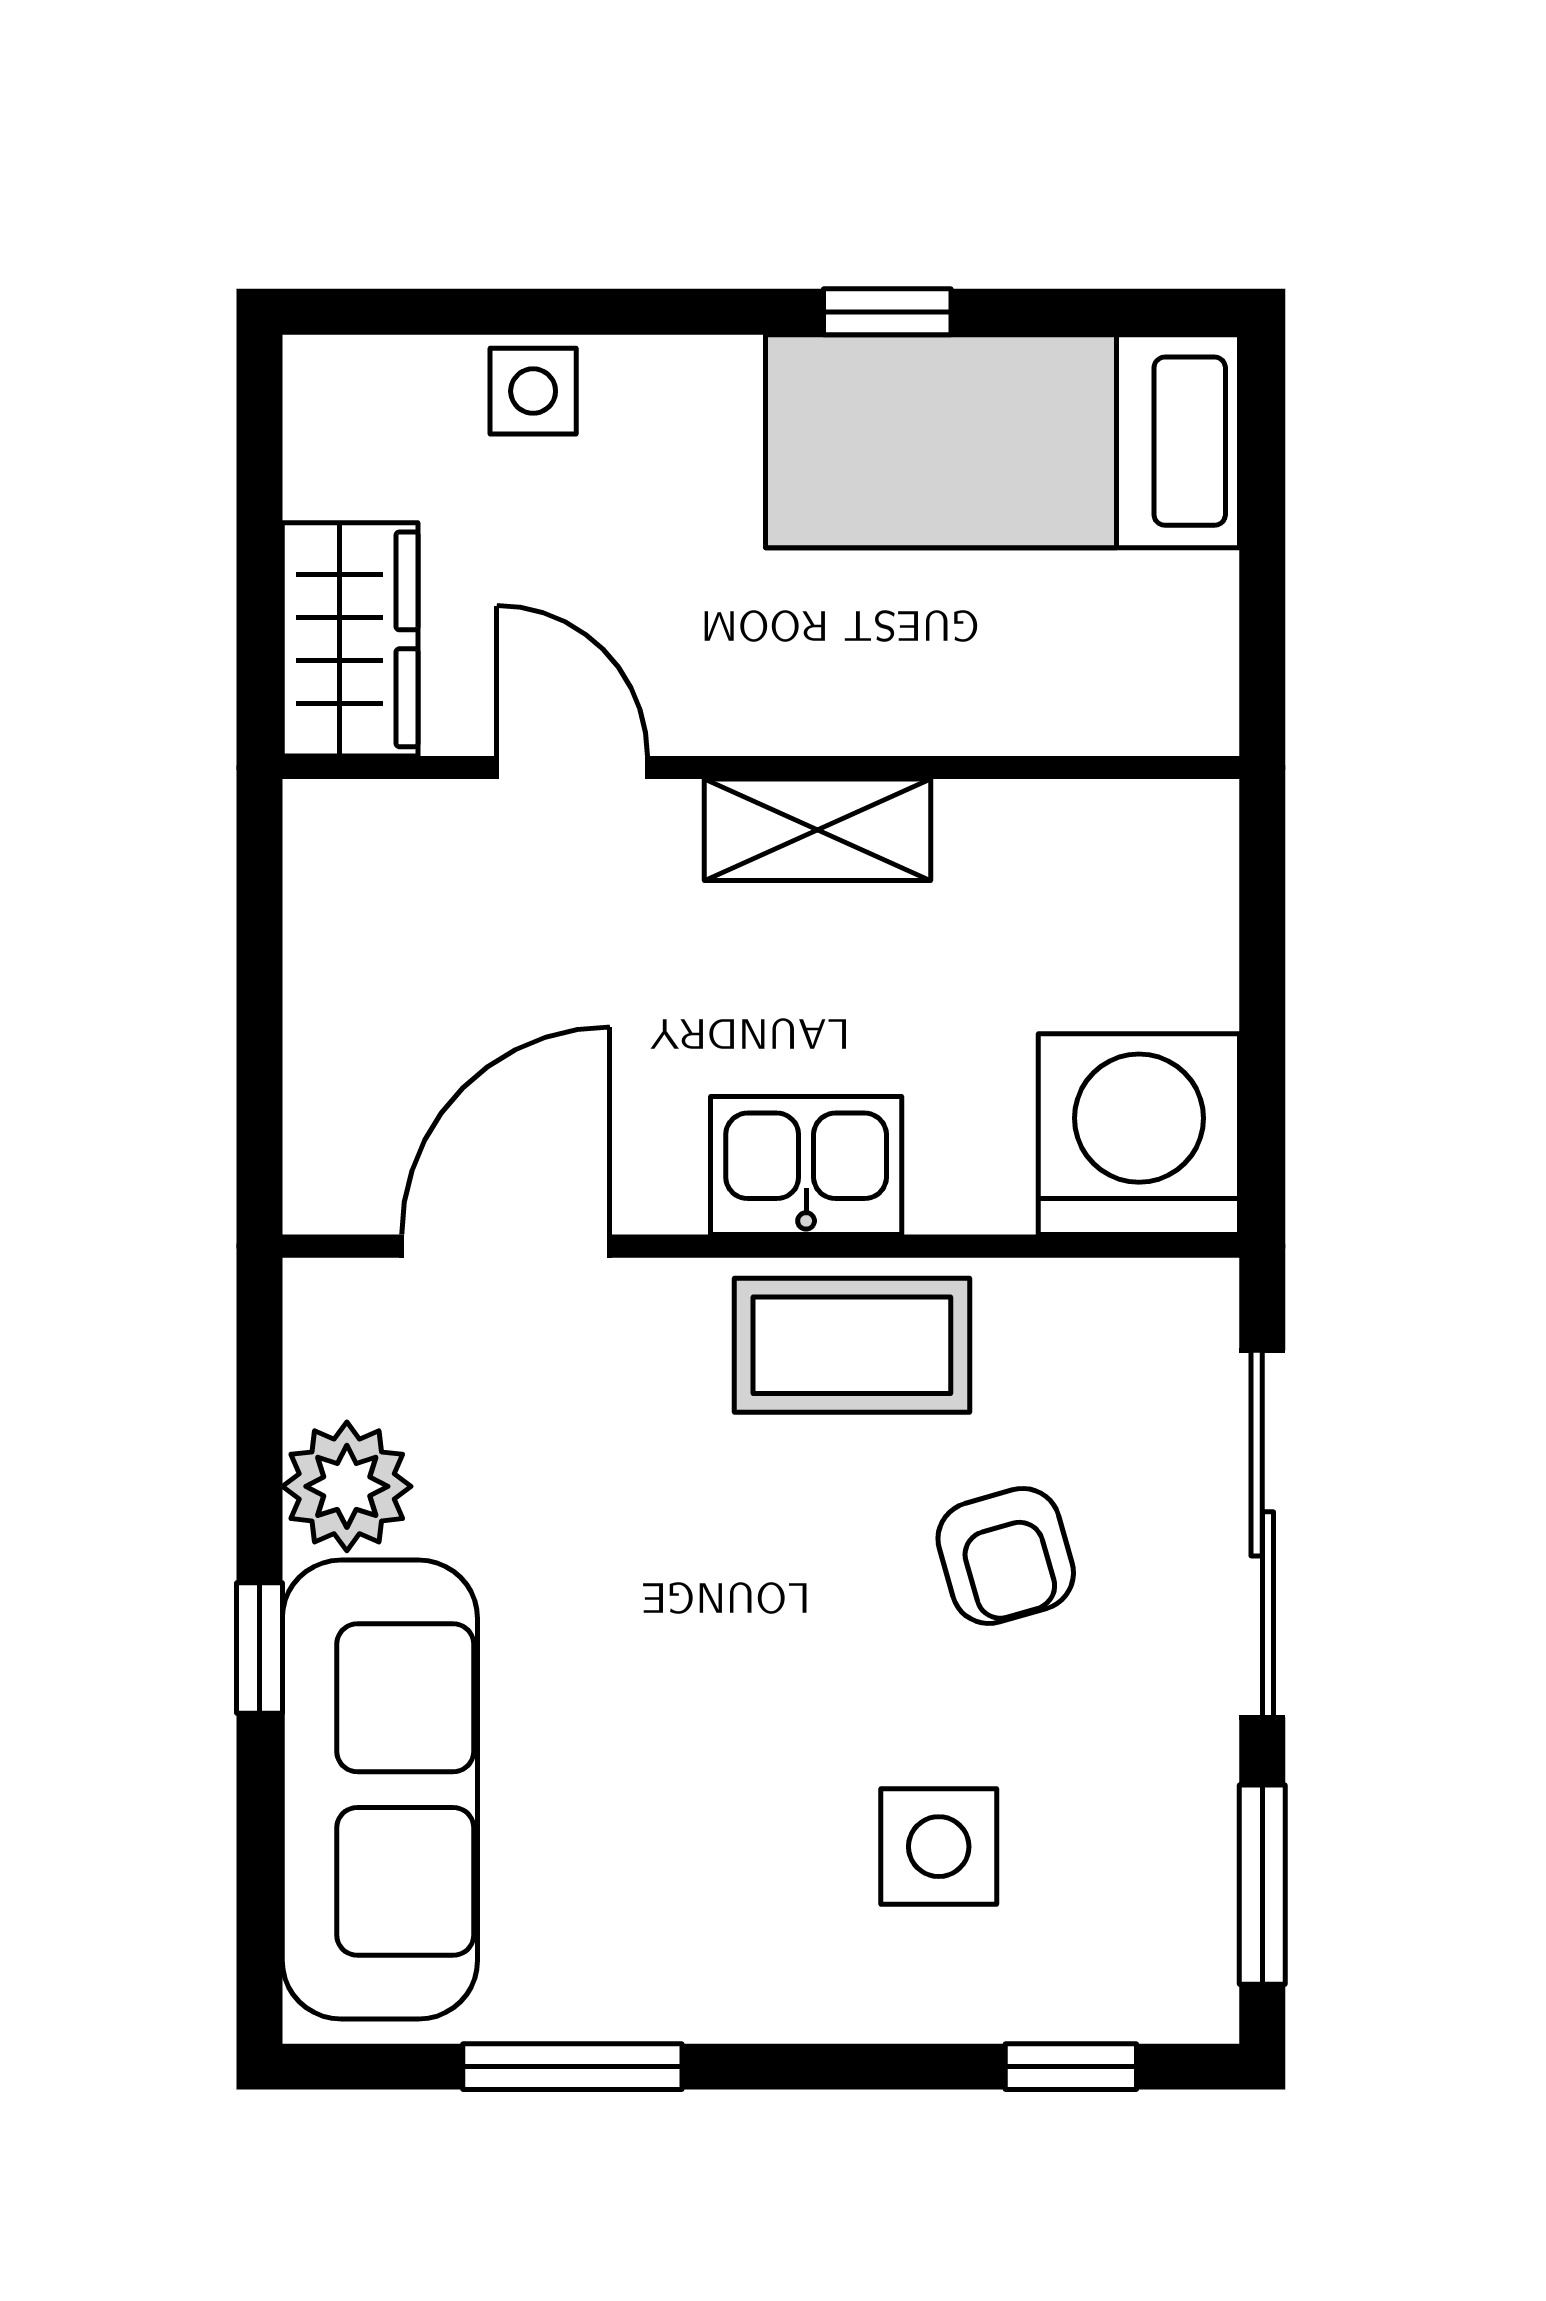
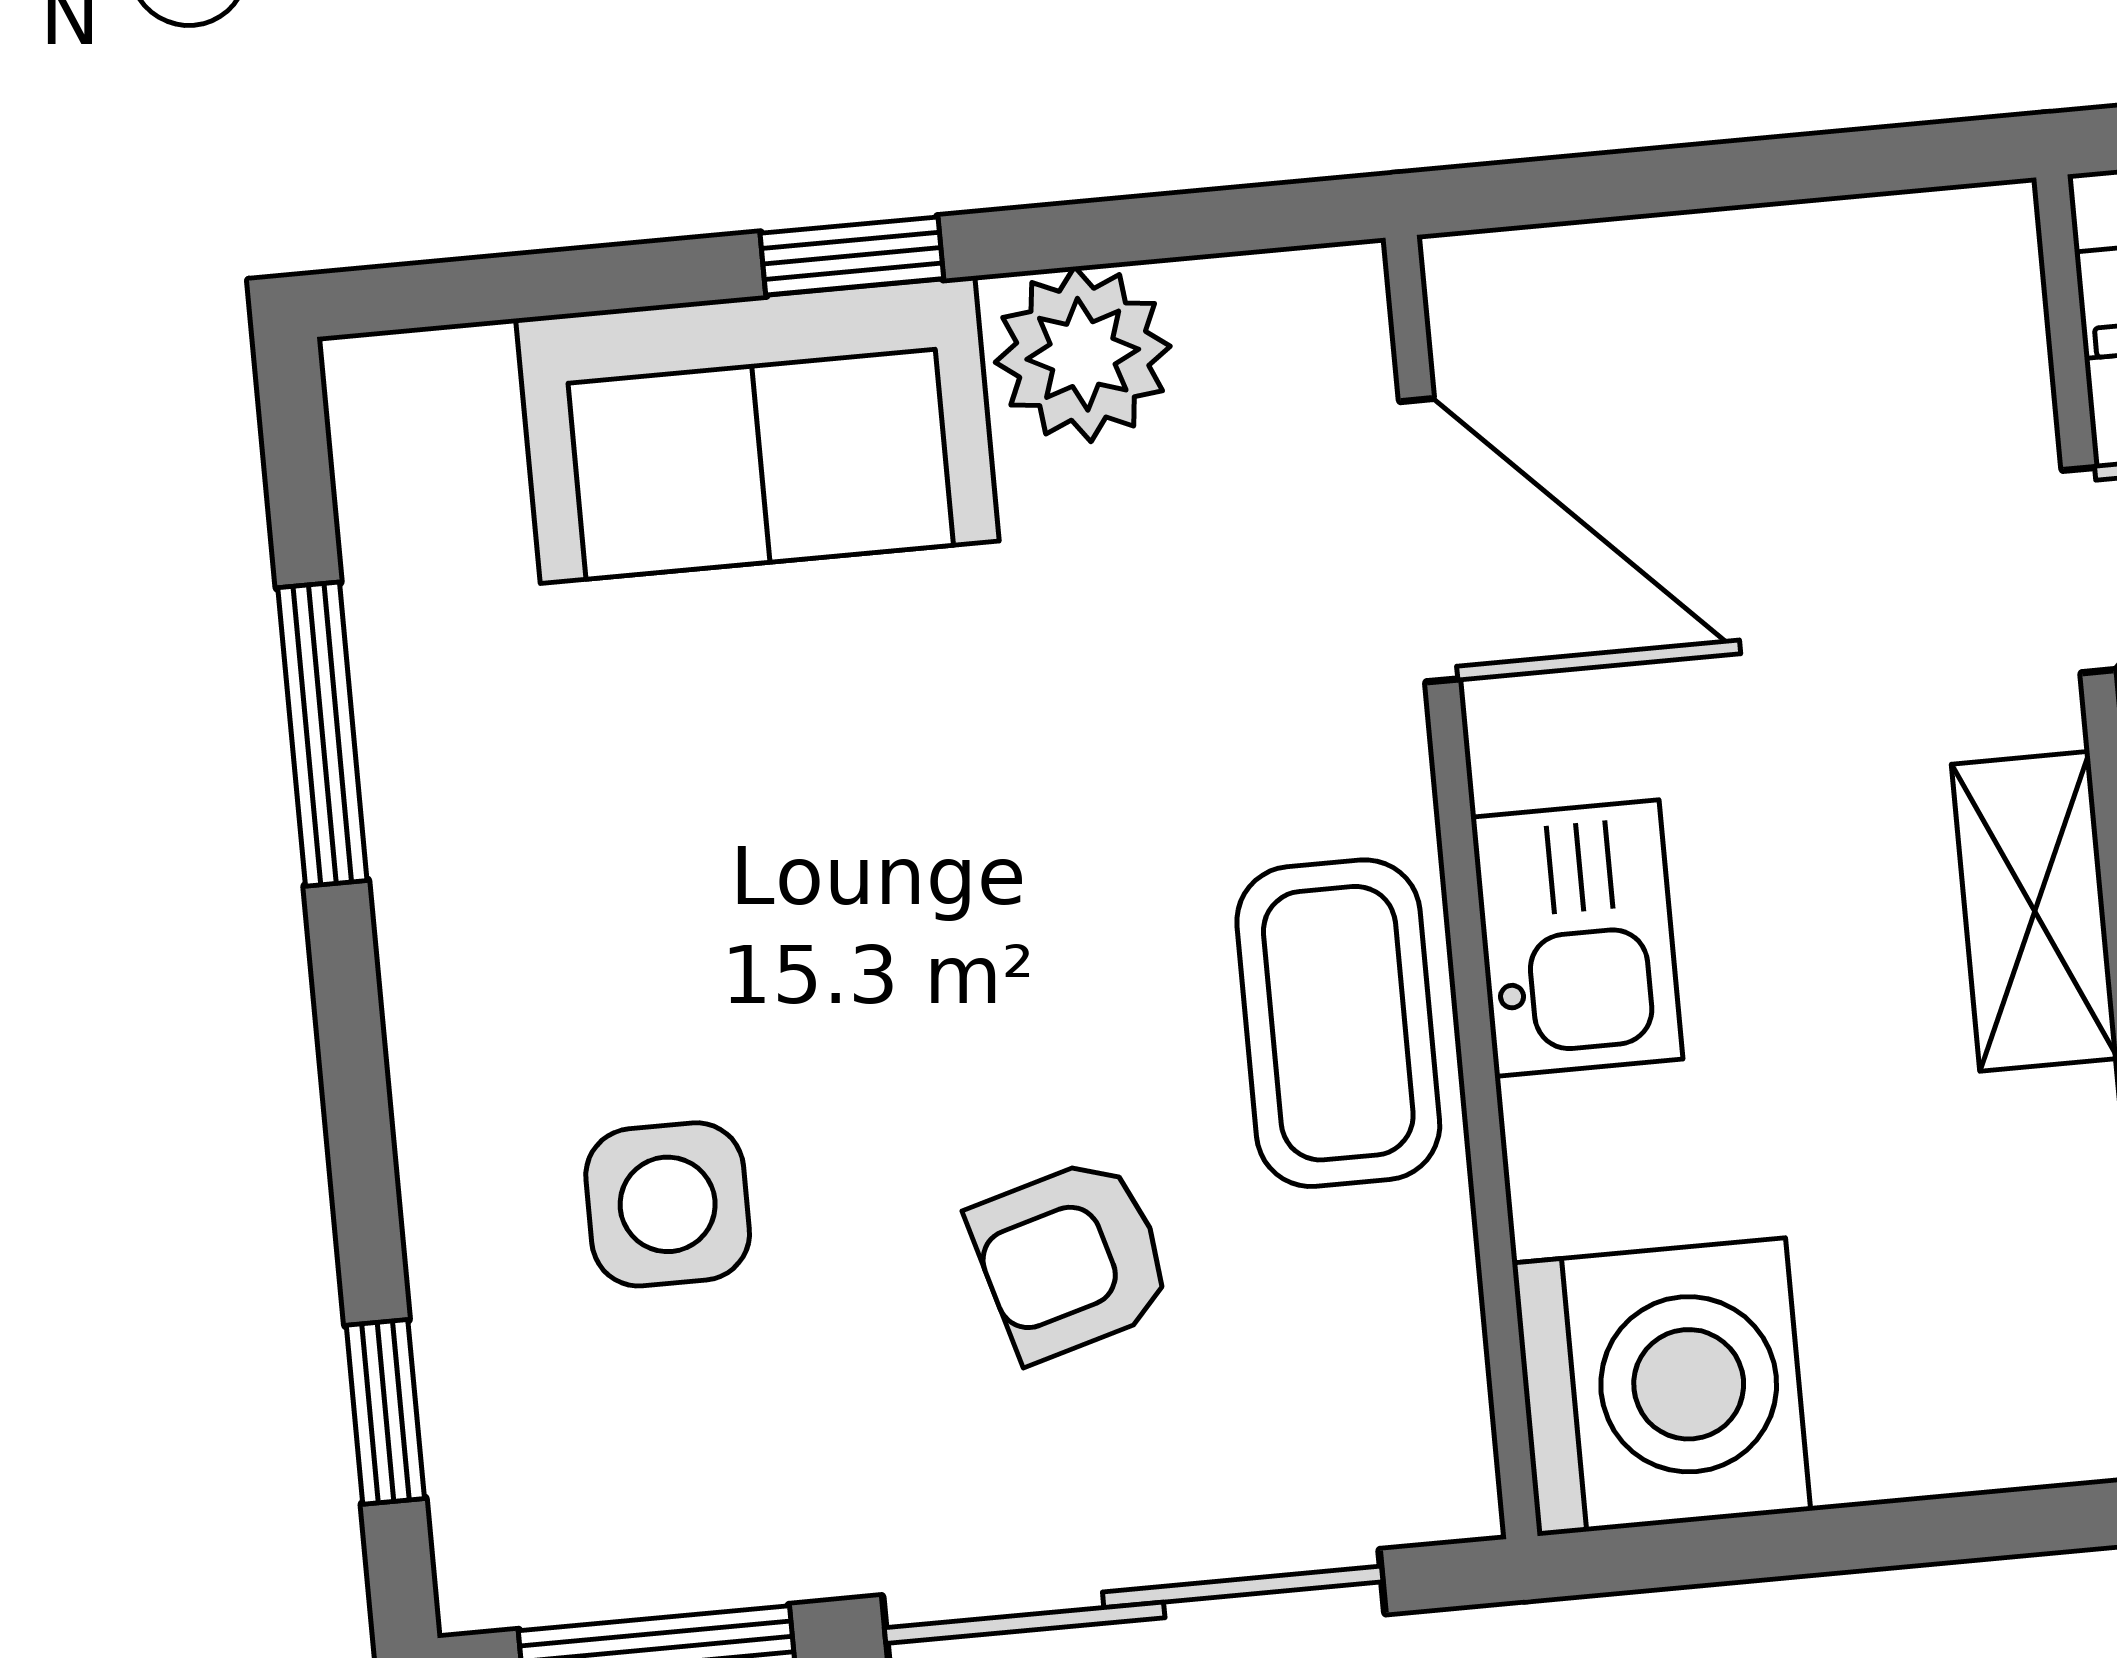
sofa: (380, 1790) -> (757, 430), width x0.73

